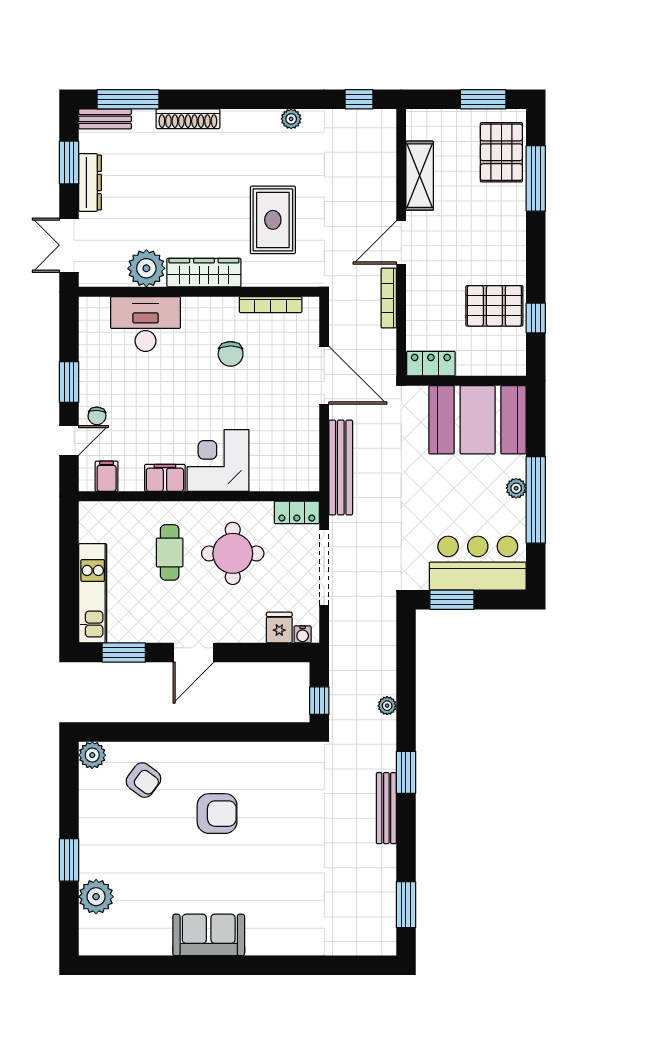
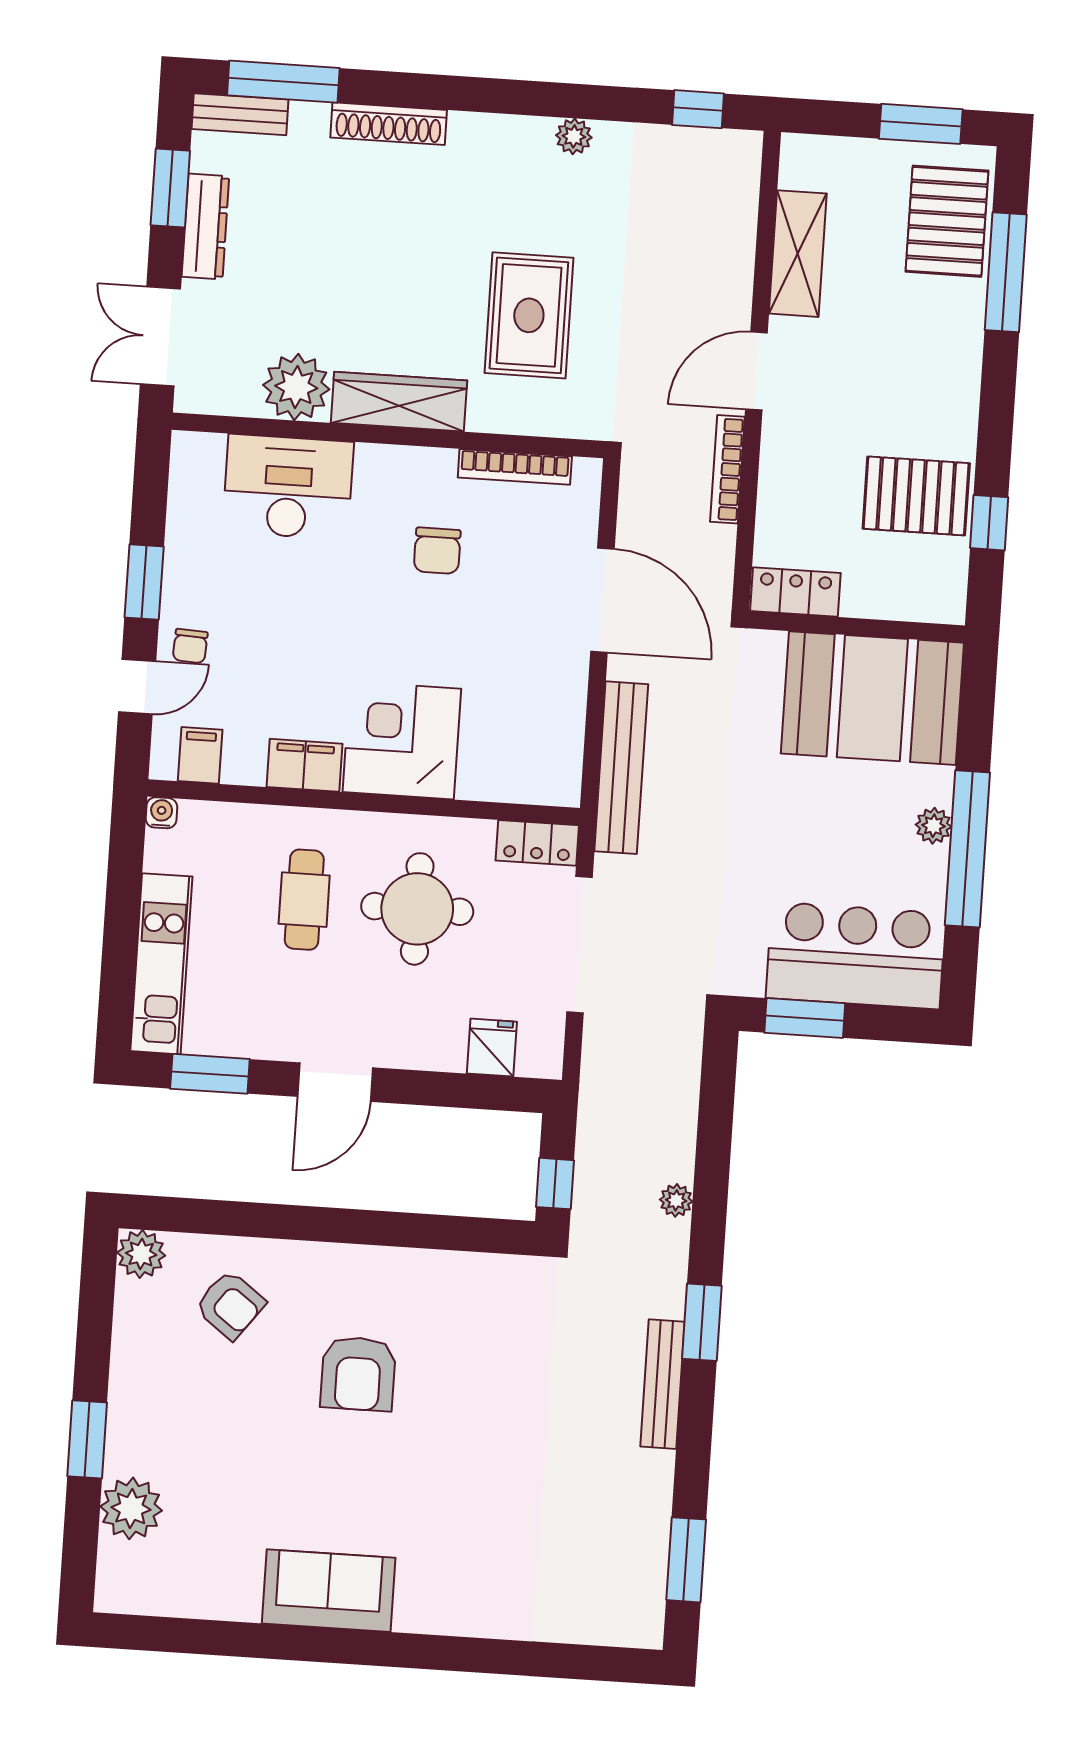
water cooler: (303, 634) -> (161, 813), moved, turned 180
armchair: (217, 814) -> (358, 1374), turned 90

